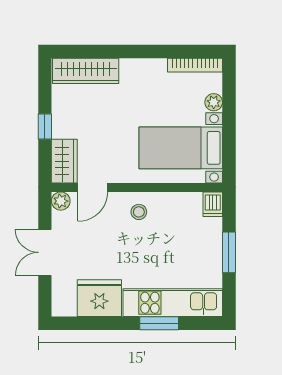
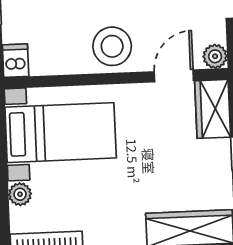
stool: (139, 212) -> (112, 46), width x1.89, depth x1.89

